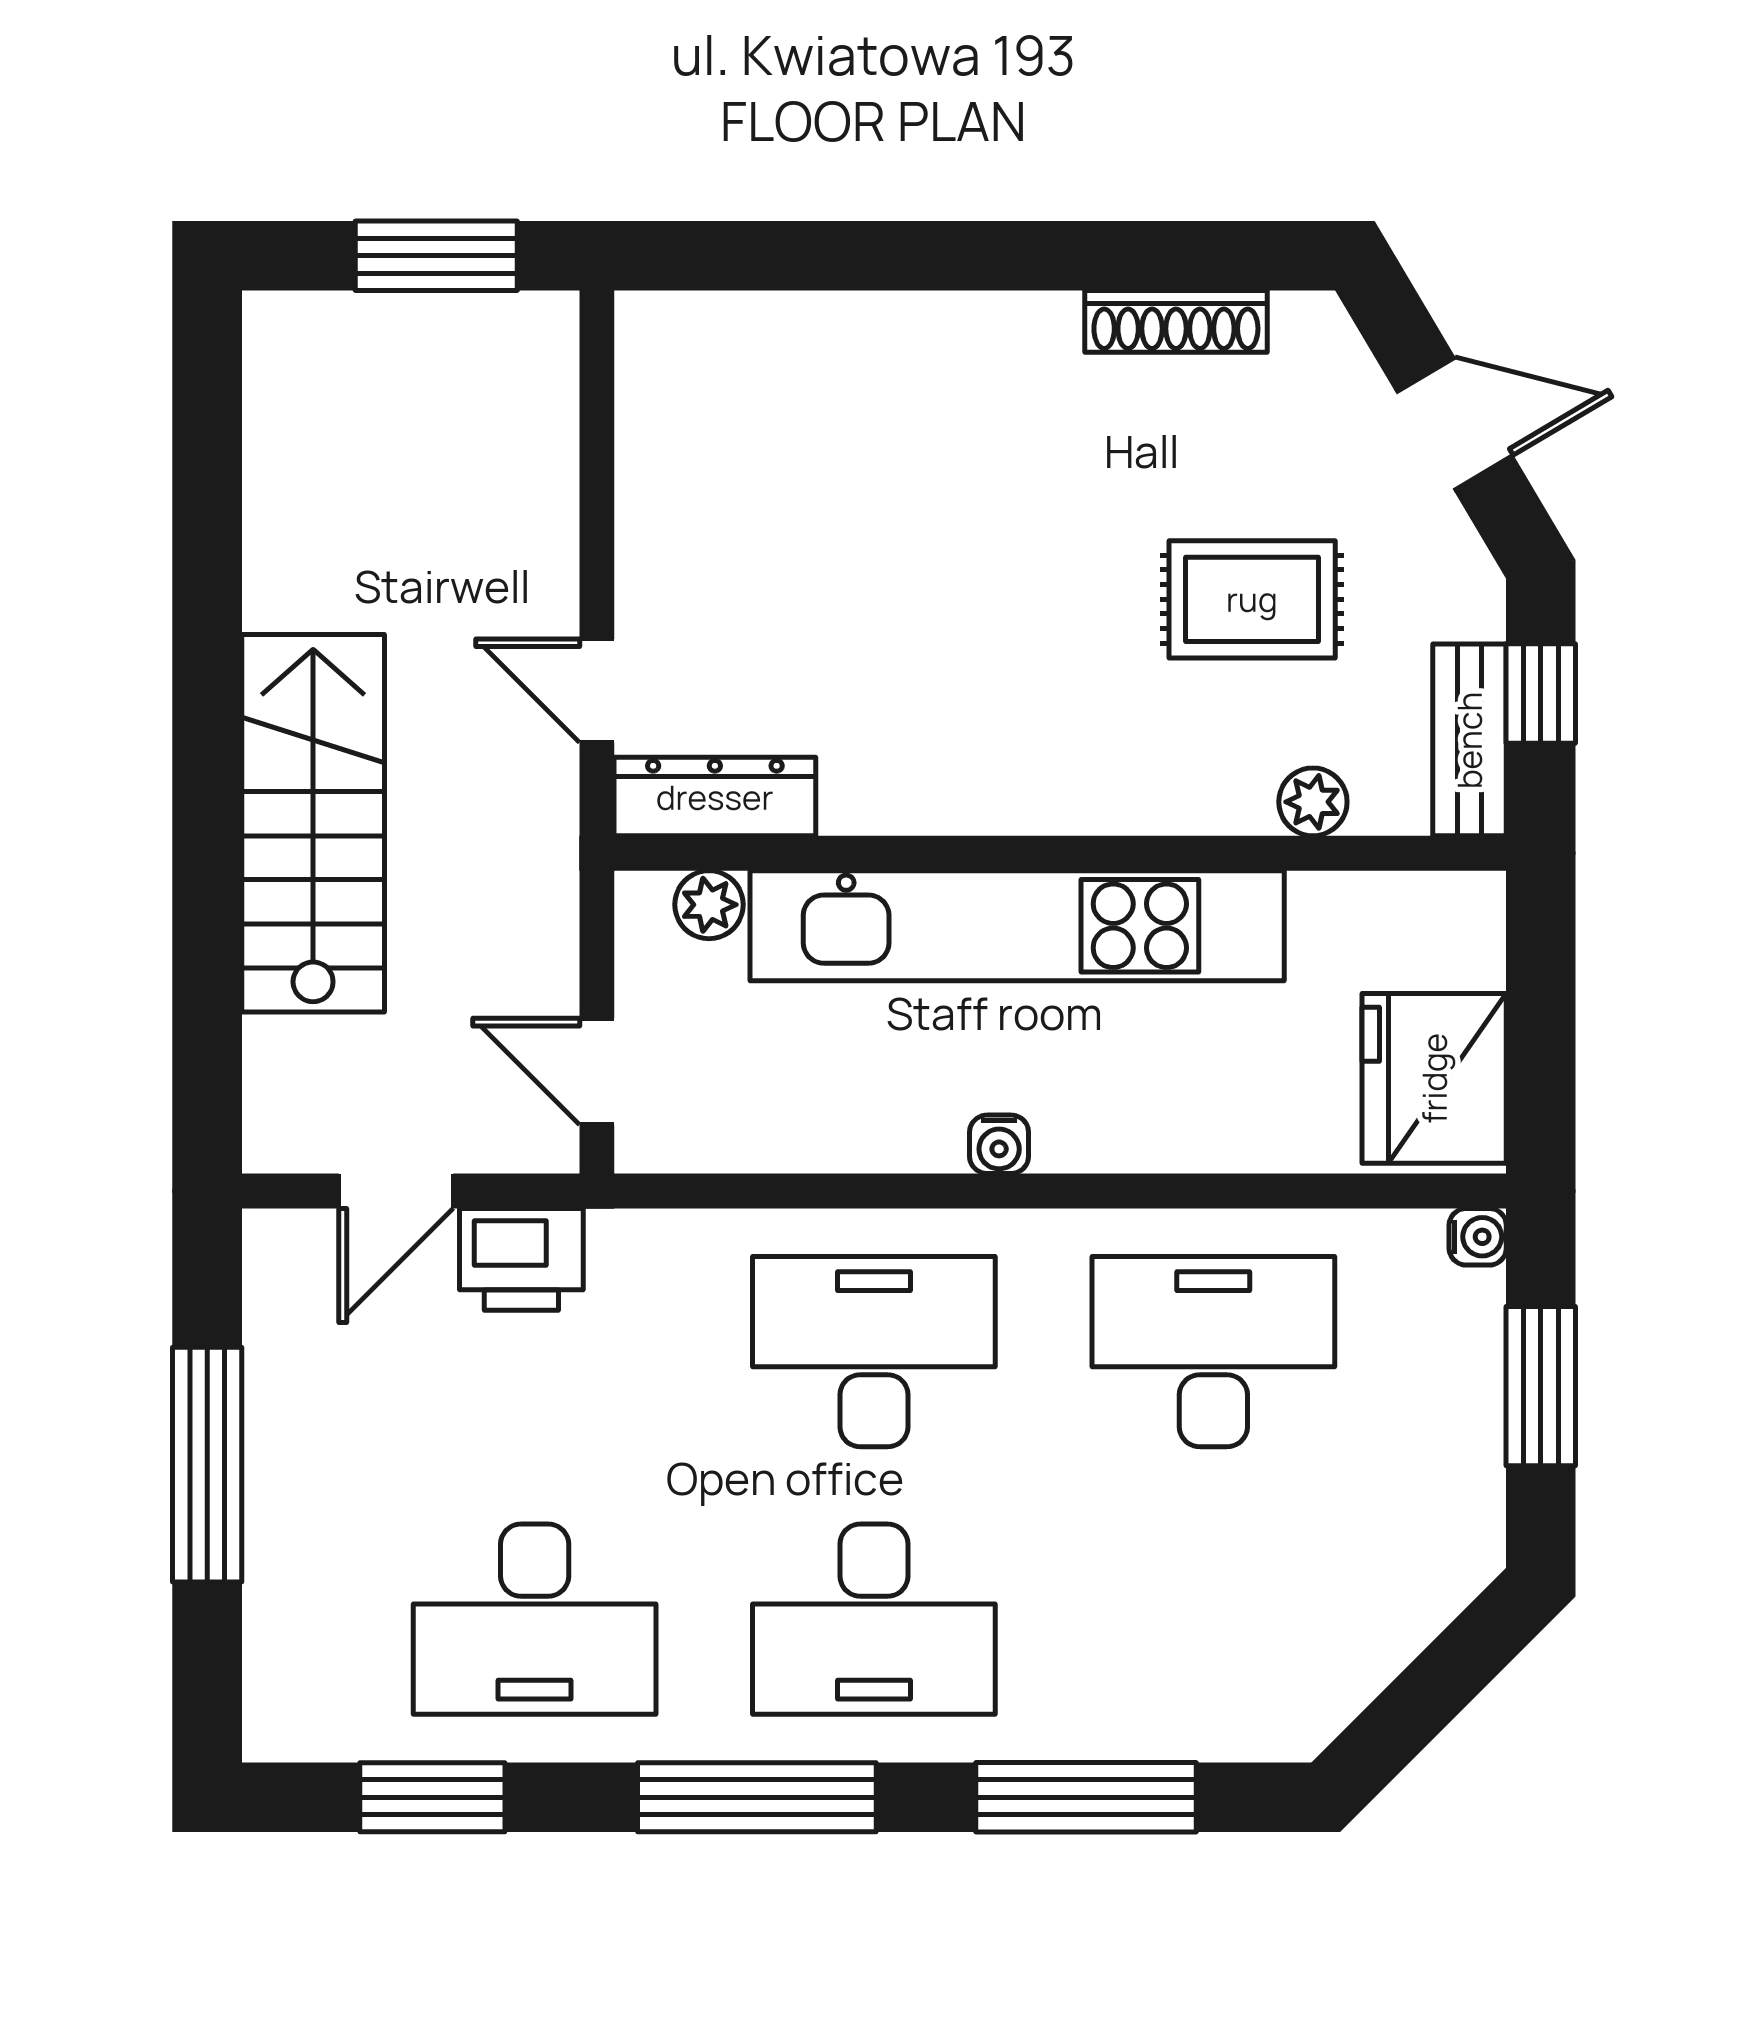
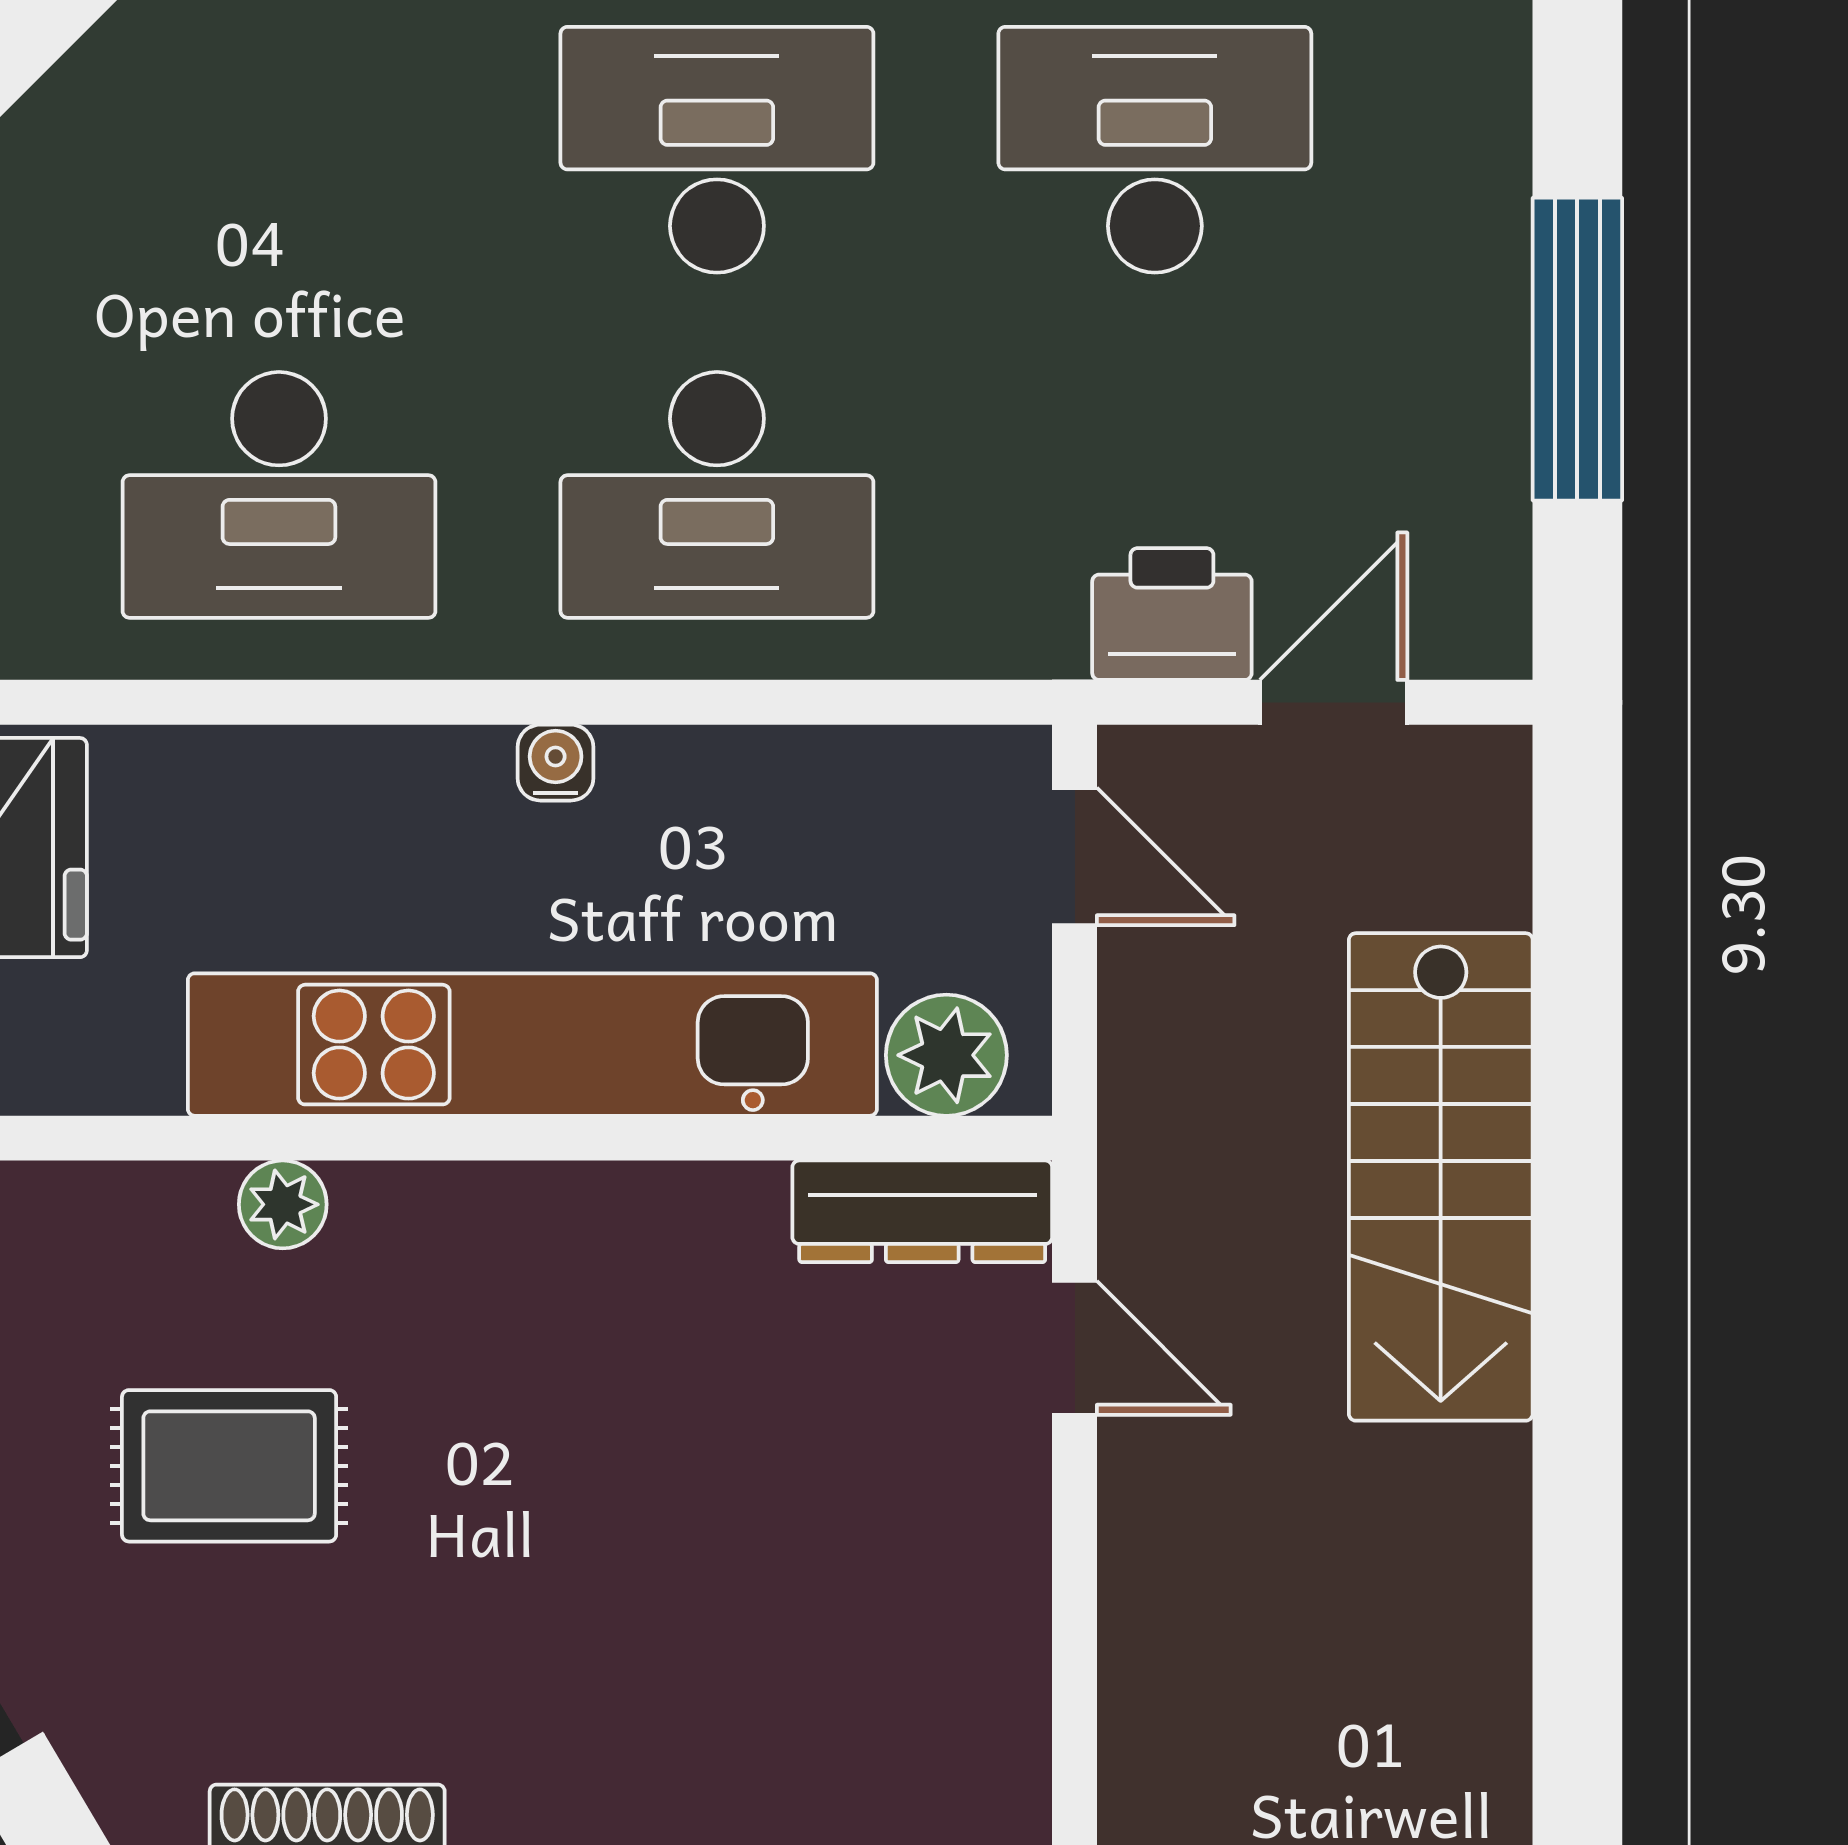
plant: (1313, 802) -> (283, 1204), moved
plant: (709, 905) -> (946, 1055), width x1.38, depth x1.38

